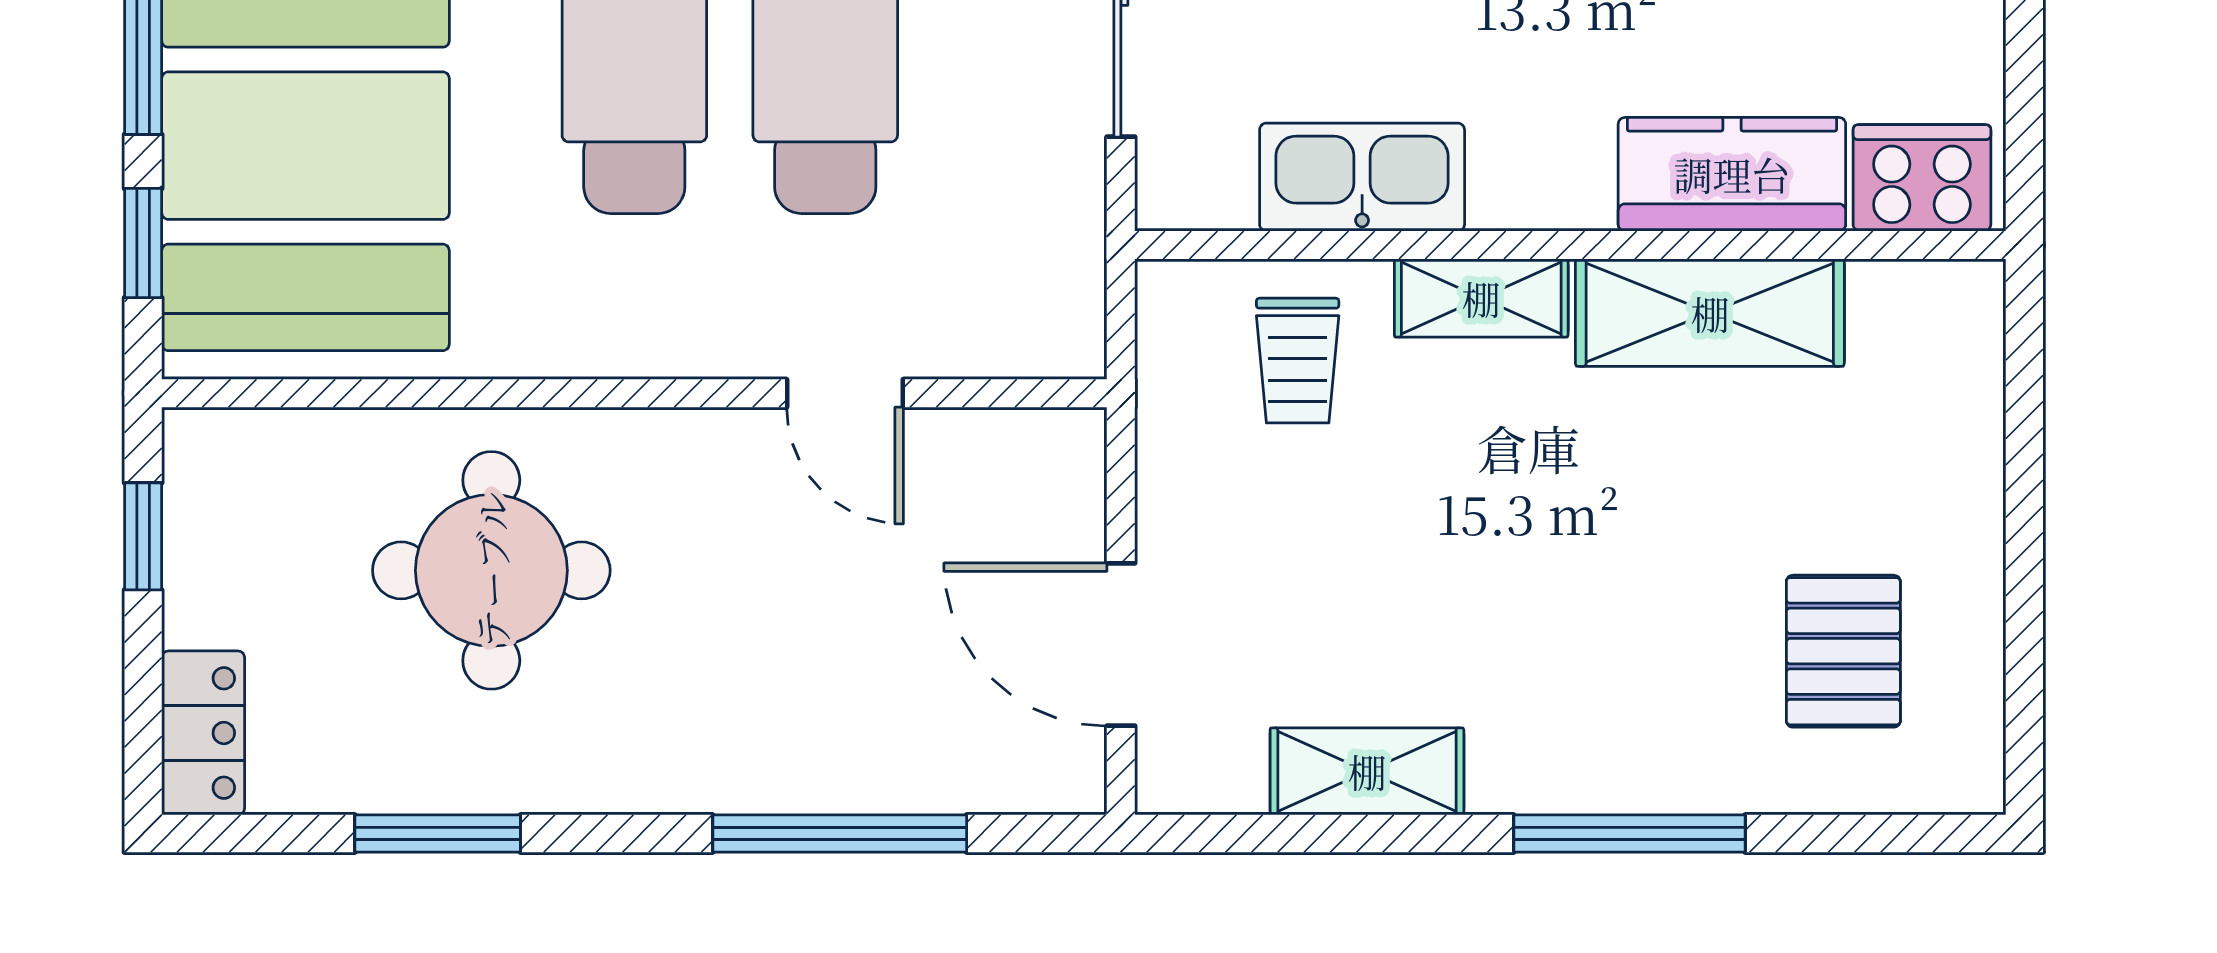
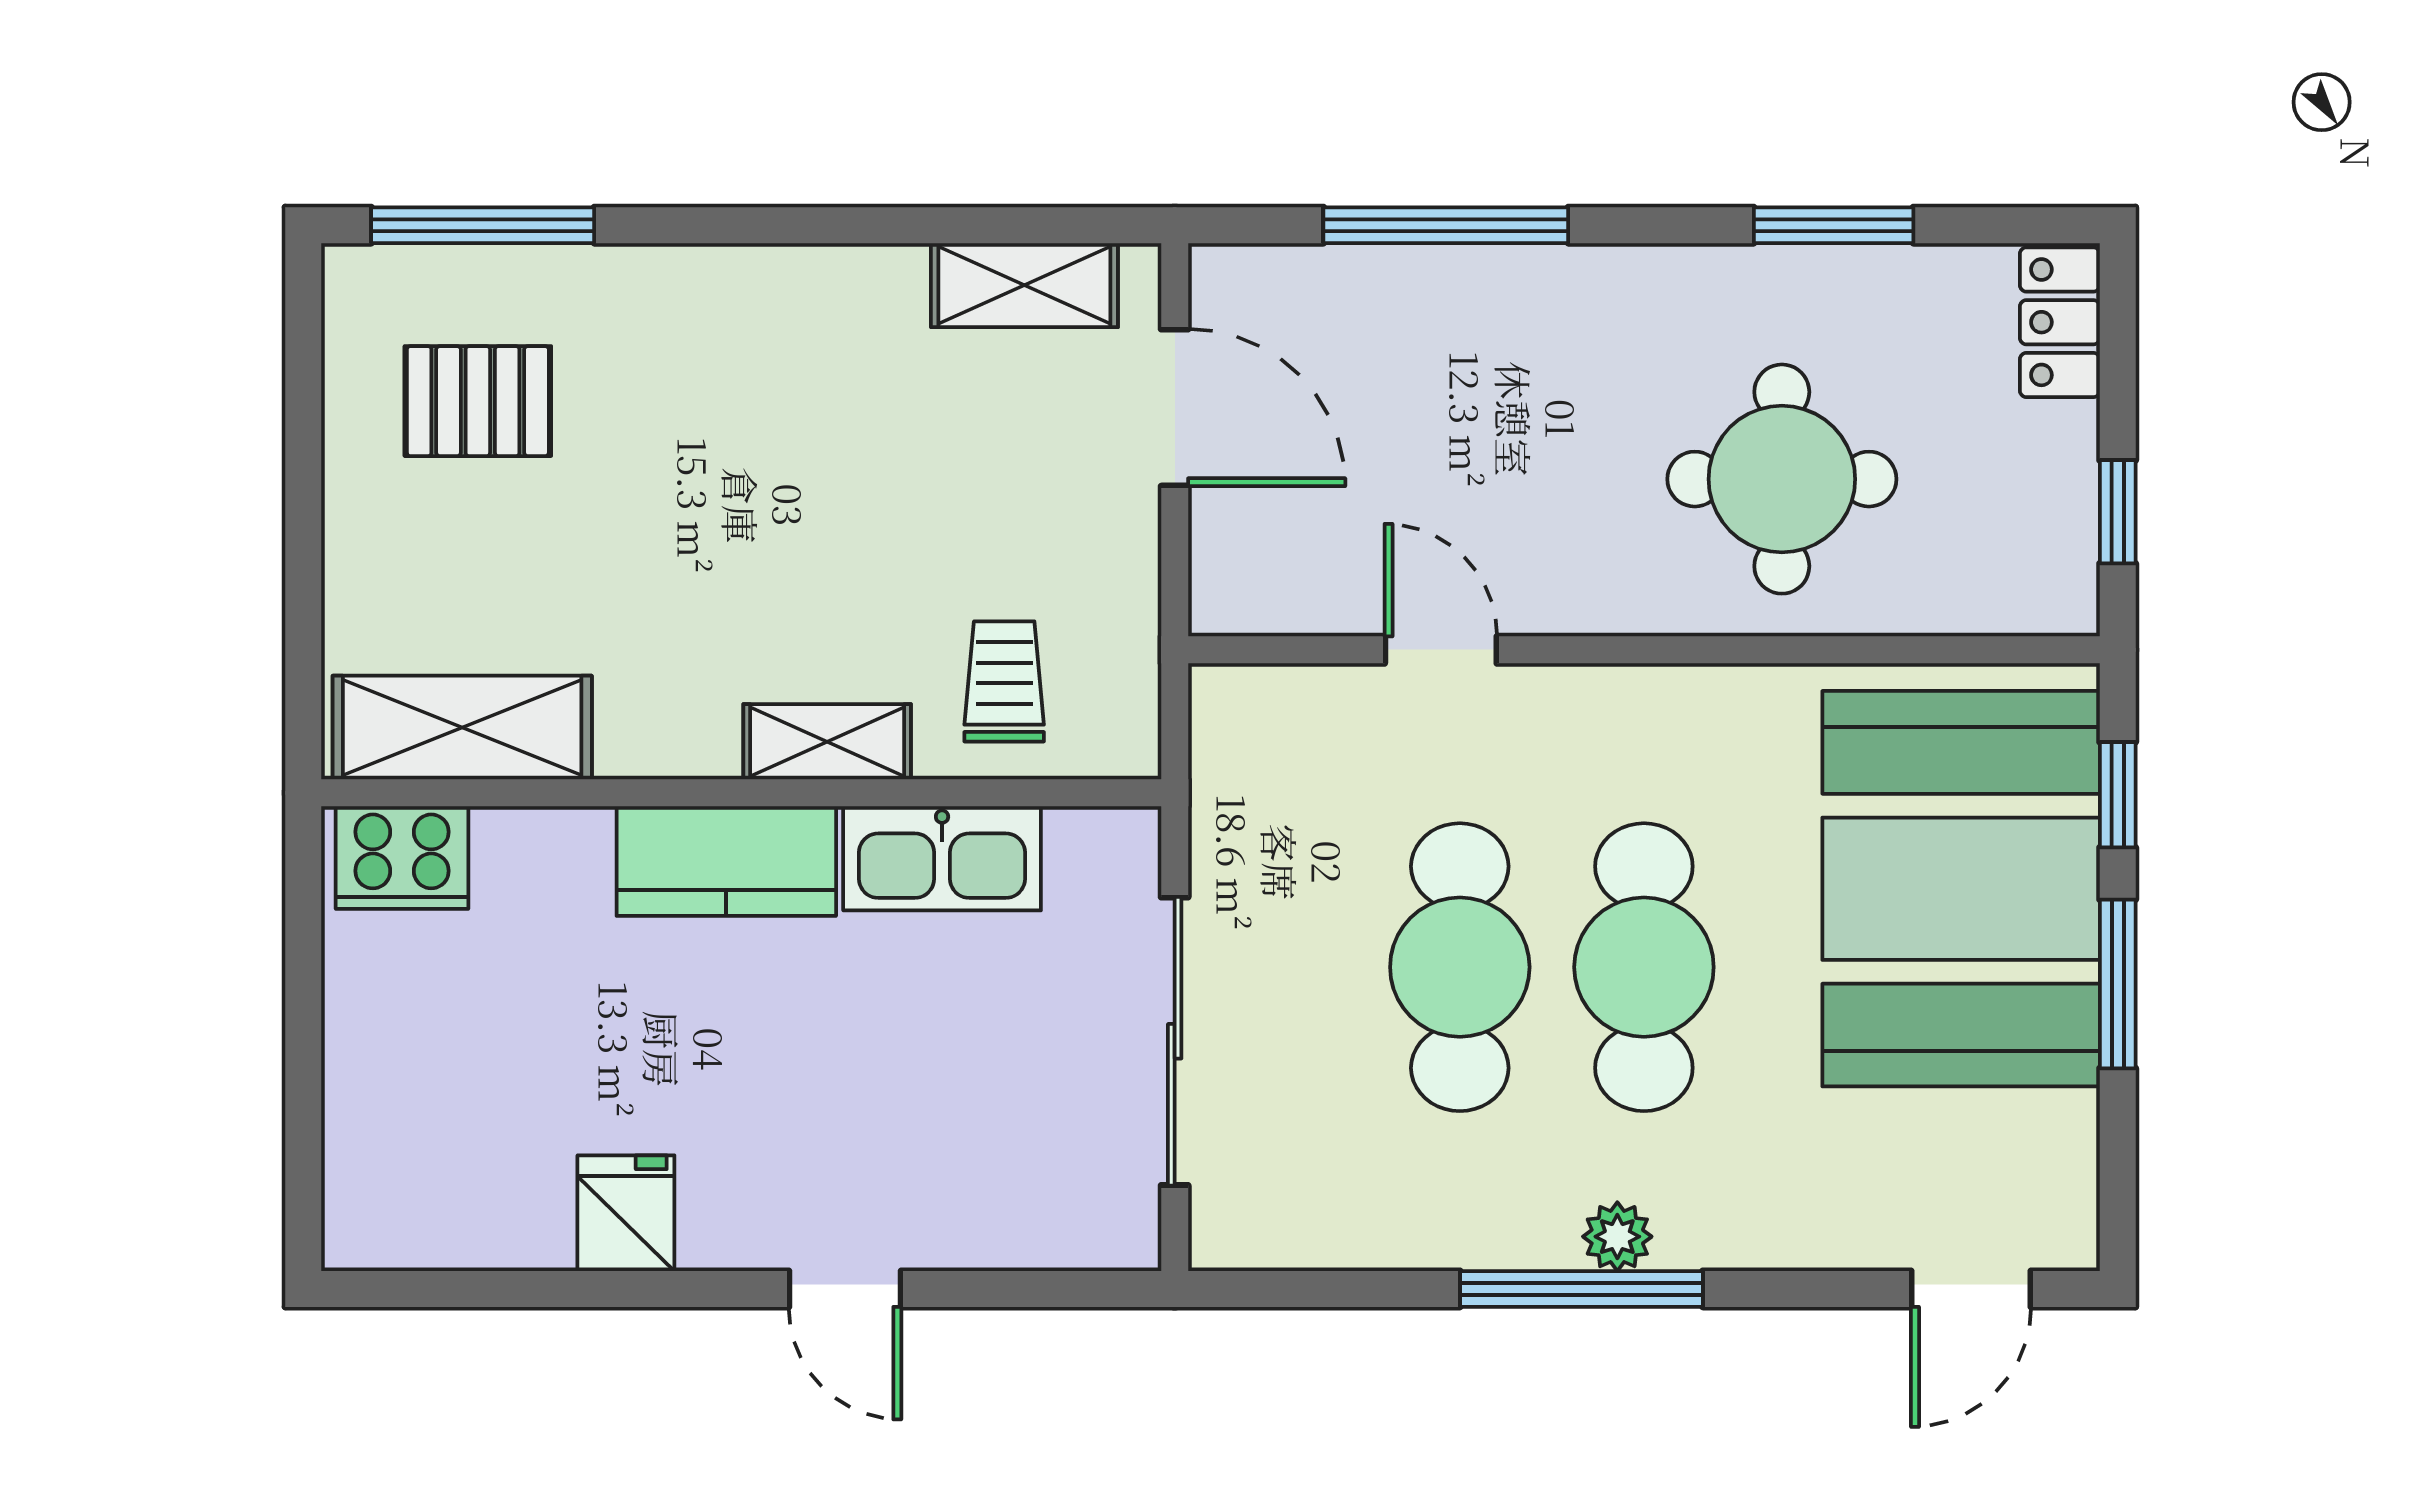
kitchen counter: (1732, 174) -> (726, 861), moved
shelving: (1710, 313) -> (462, 728), moved
pallet: (1843, 651) -> (478, 401), turned 90
shelving: (1367, 771) -> (1024, 285), moved
window: (1629, 834) -> (483, 225), moved

